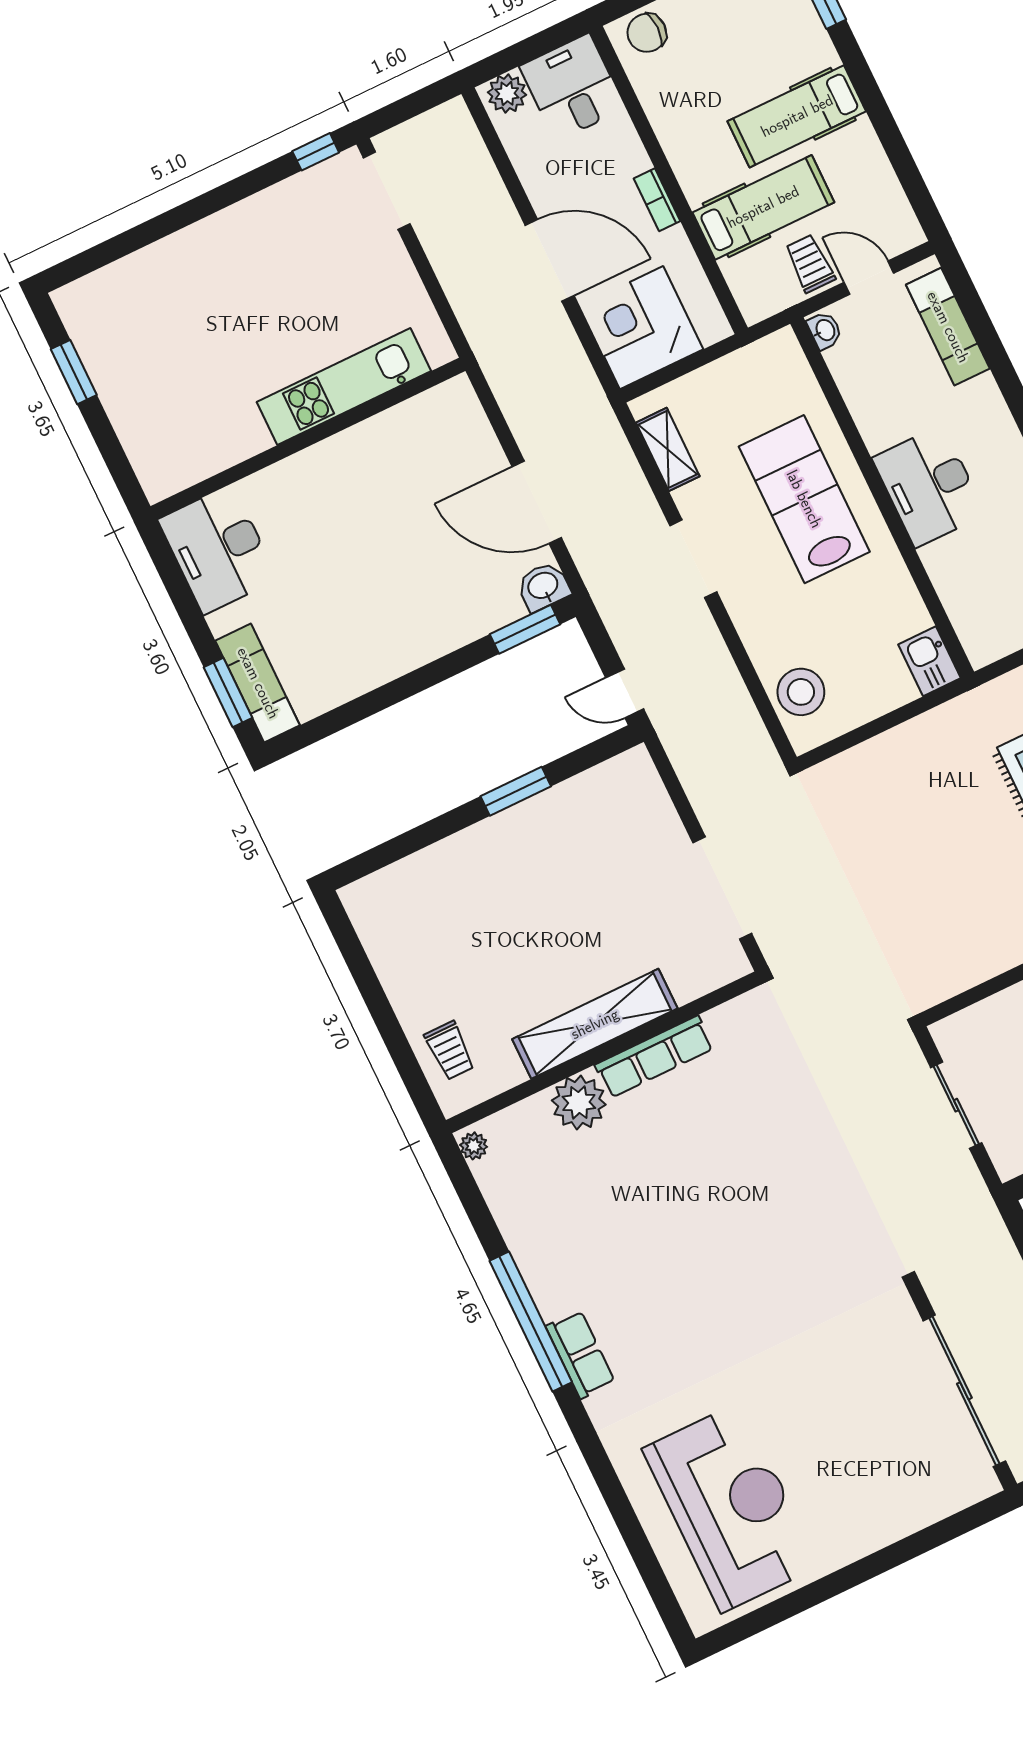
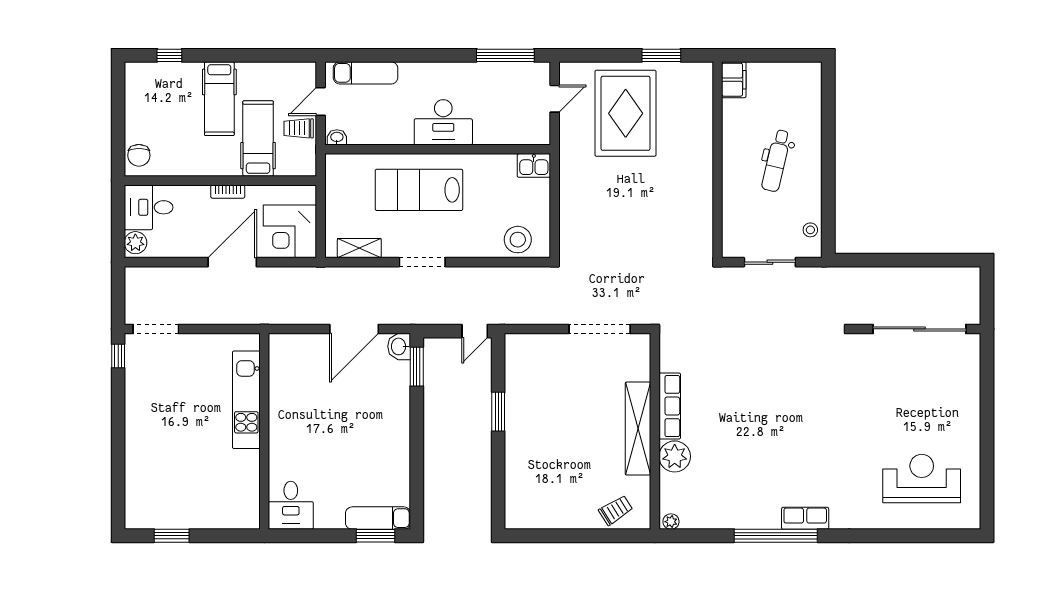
desk: (218, 549) -> (291, 505), width x0.73
trolley: (450, 1050) -> (616, 510), turned -32
reception desk: (731, 1507) -> (922, 479), width x0.74, depth x0.77

